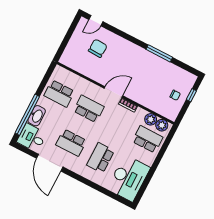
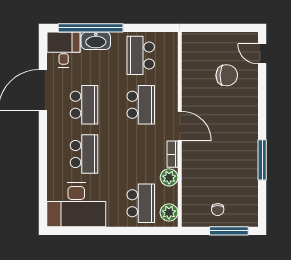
window: (191, 95) -> (229, 231), width x2.17
plant: (151, 119) -> (169, 177), moved
school desk: (71, 143) -> (84, 105), turned 180
school desk: (101, 158) -> (84, 154), turned 90

